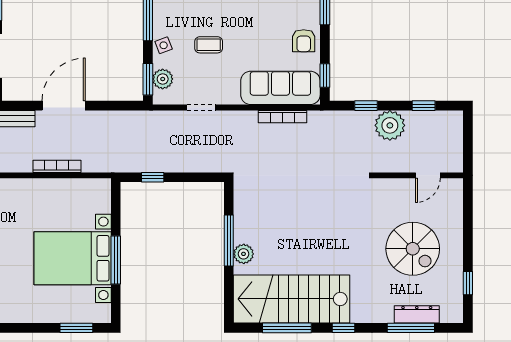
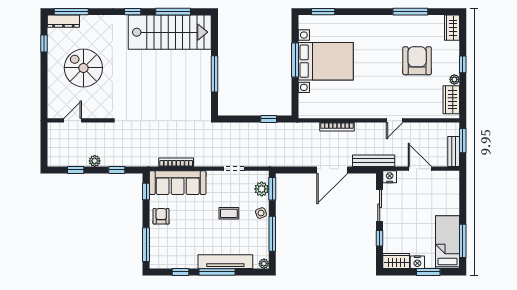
plant: (390, 125) -> (95, 161), width x0.53, depth x0.53
plant: (244, 254) -> (204, 64), removed
dresser: (417, 314) -> (63, 21), moved
window: (411, 328) -> (71, 12), moved

